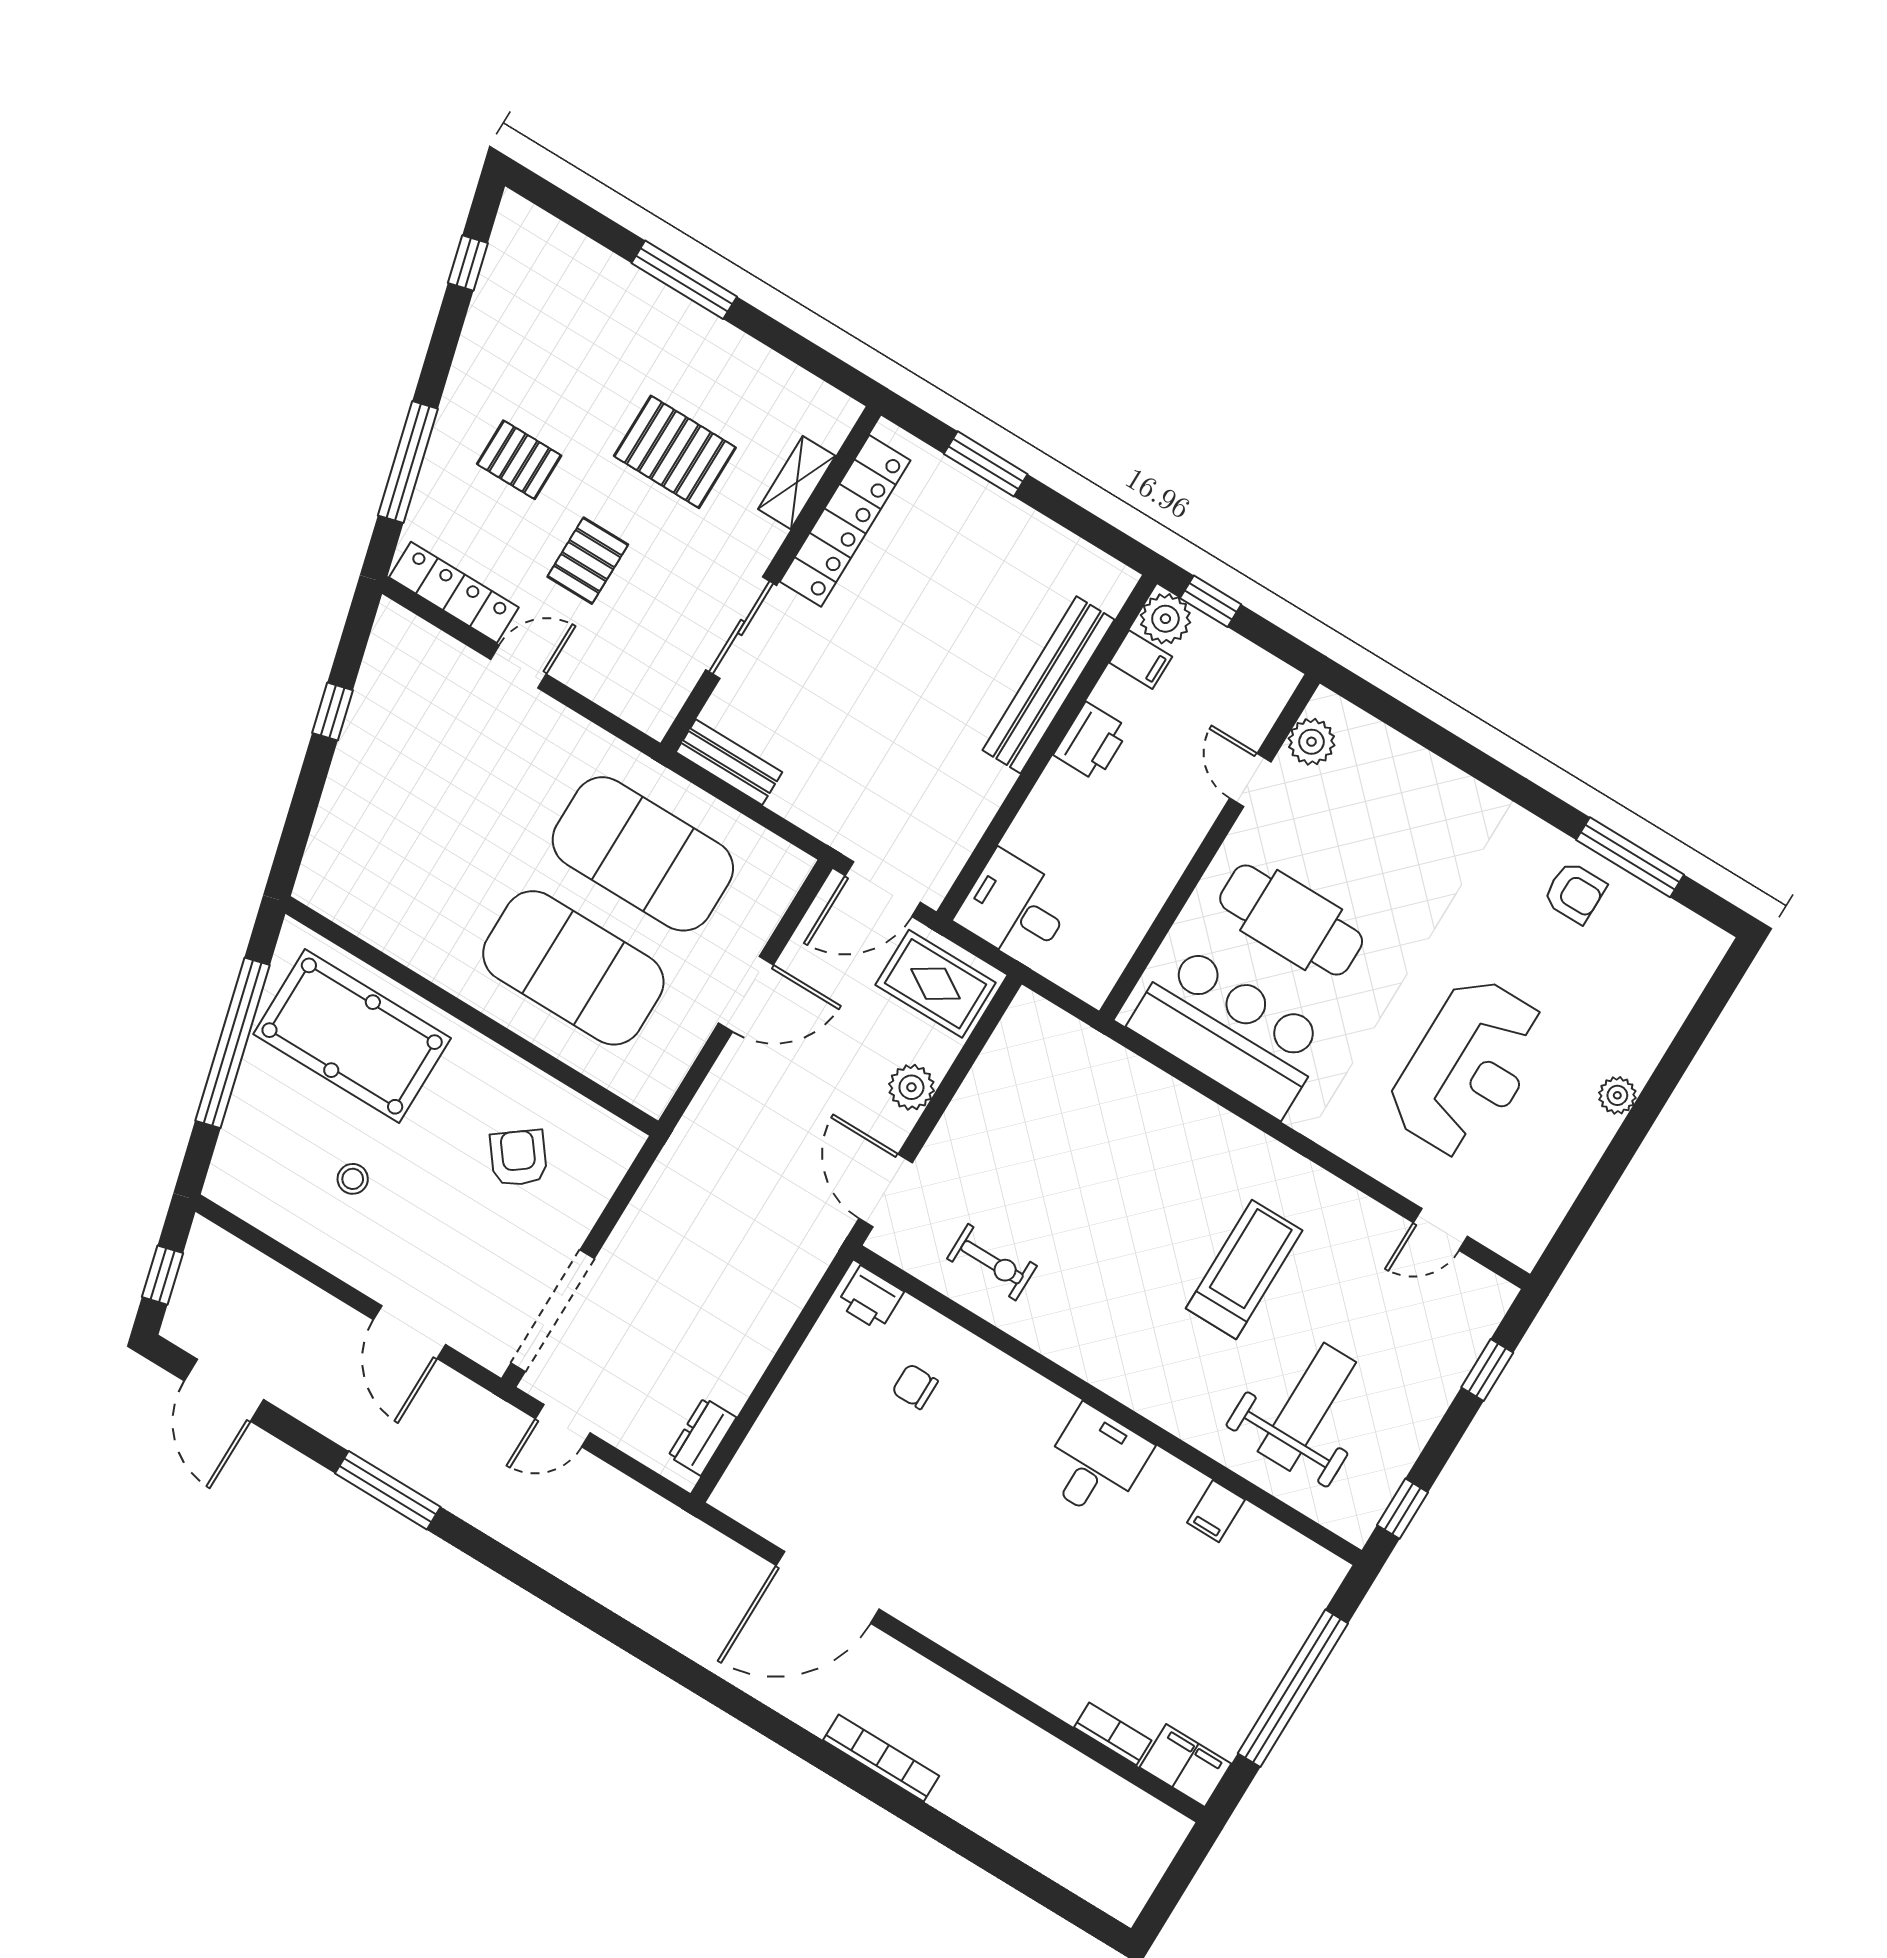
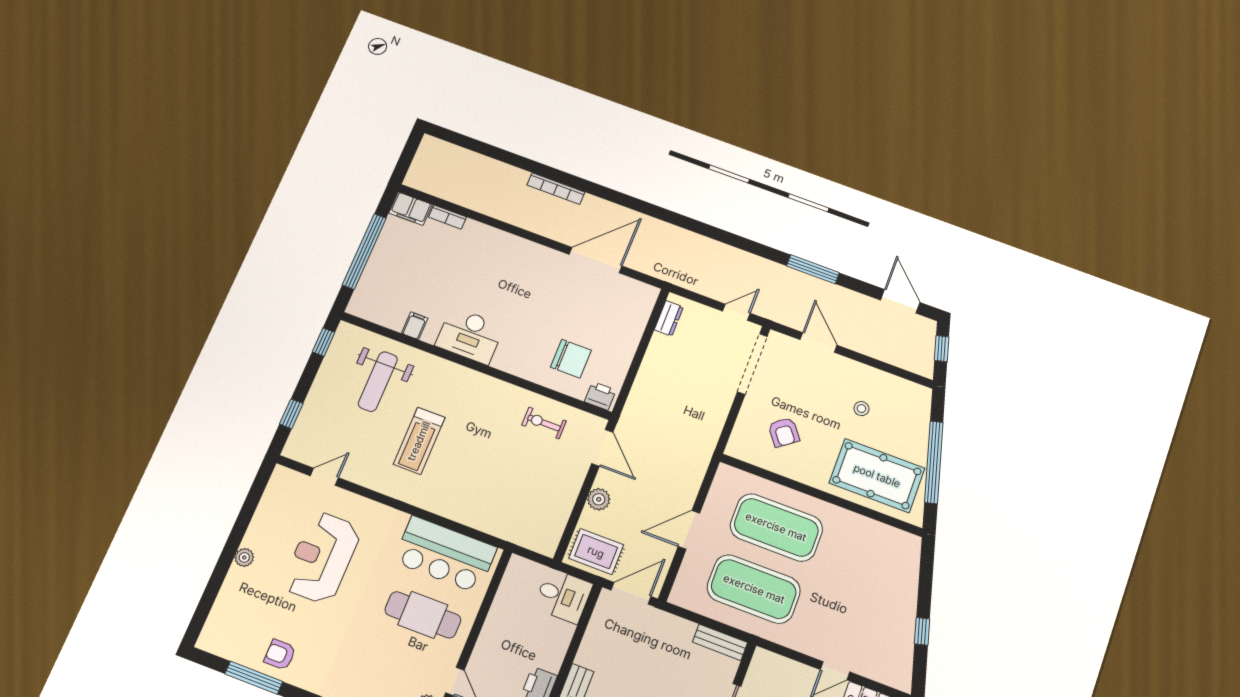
chair: (915, 1386) -> (571, 359), width x1.87, depth x1.87
desk: (1095, 1462) -> (470, 336), width x1.37

